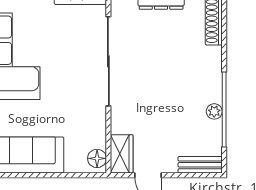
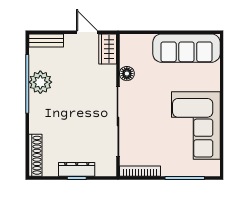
plant: (214, 111) -> (40, 82), width x1.88, depth x1.88
floor lamp: (97, 158) -> (127, 74), moved

